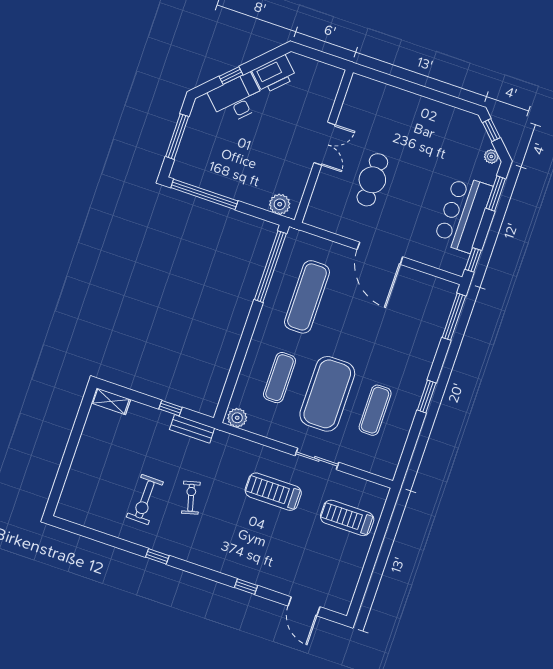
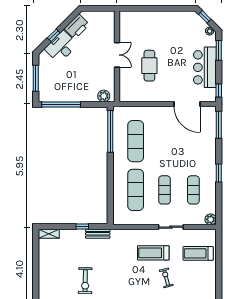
door: (380, 253) -> (187, 104), moved
exercise mat: (279, 378) -> (136, 190), width x1.36, depth x1.45
exercise mat: (327, 394) -> (165, 190), width x0.50, depth x0.69
plant: (237, 418) -> (211, 219), moved
exercise bike: (191, 498) -> (166, 278), moved

